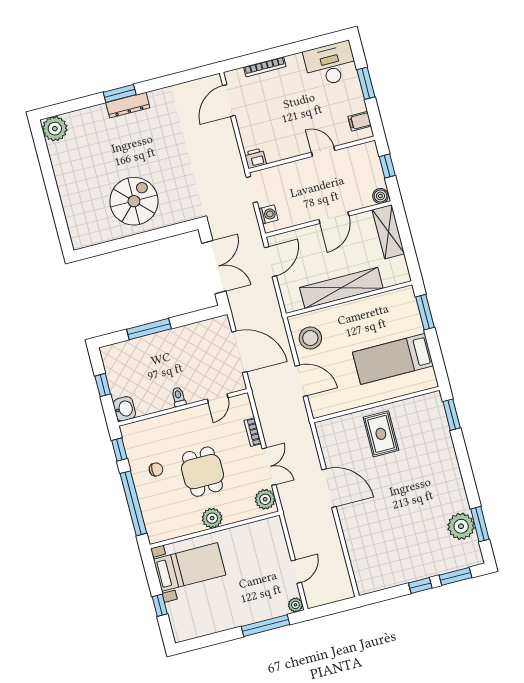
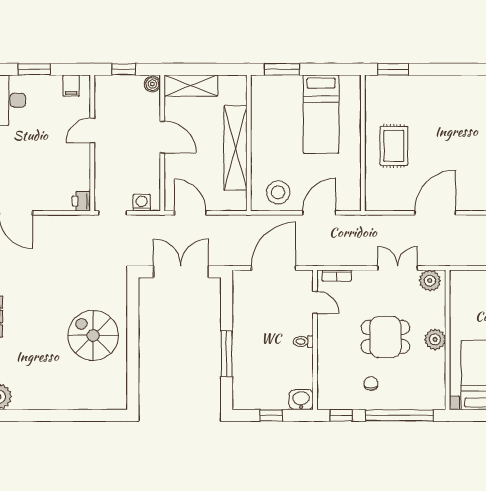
bookcase: (253, 432) -> (337, 276), moved
rug: (381, 434) -> (394, 146), turned 90

